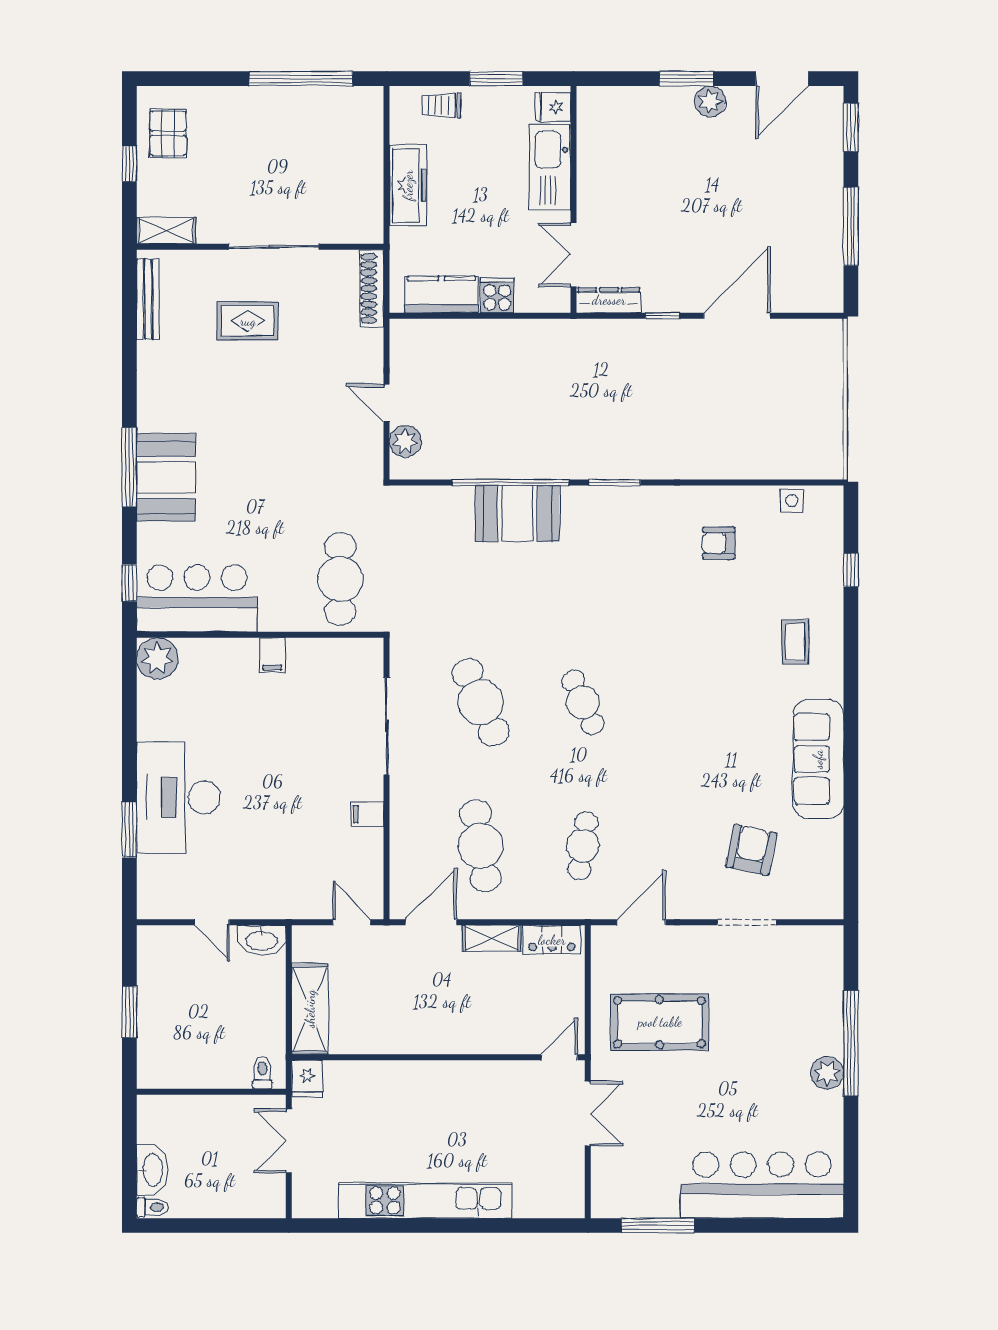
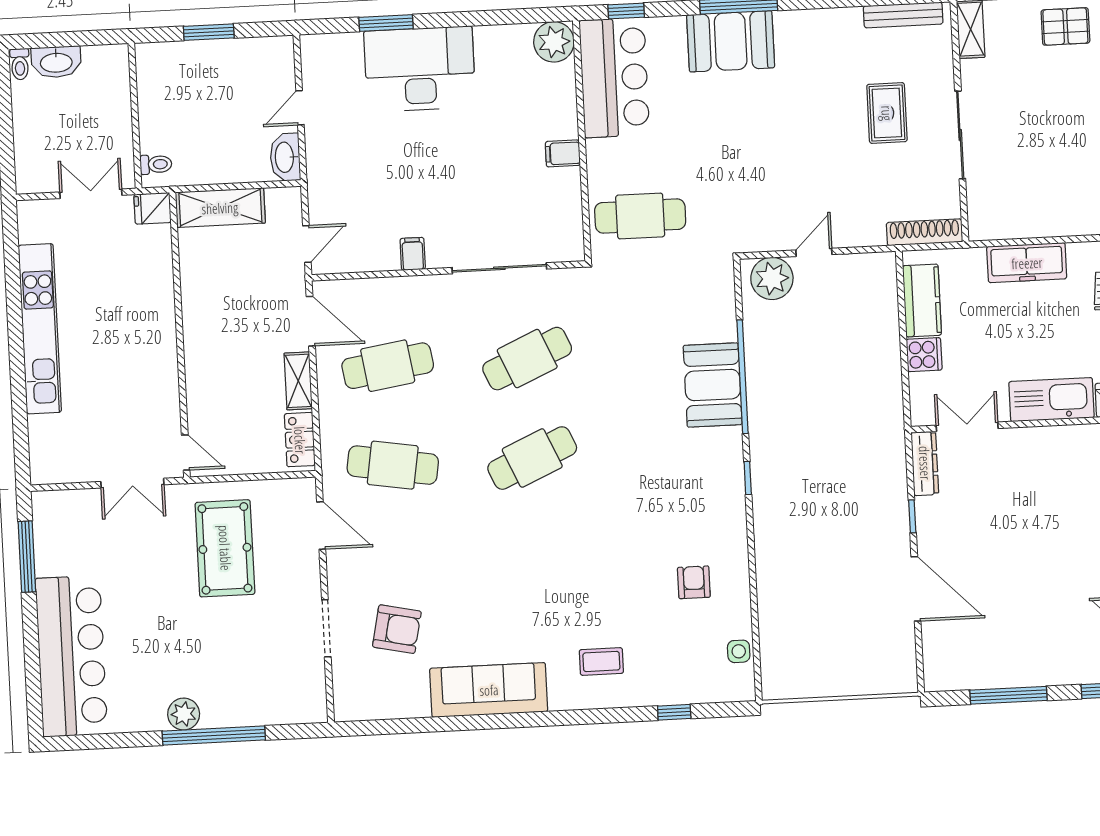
plant: (405, 441) -> (772, 278), width x1.36, depth x1.36
window: (615, 482) -> (748, 478), width x0.67
cafe table: (583, 702) -> (532, 458), width x1.37, depth x1.35
cafe table: (583, 846) -> (393, 465), width x1.37, depth x1.35

